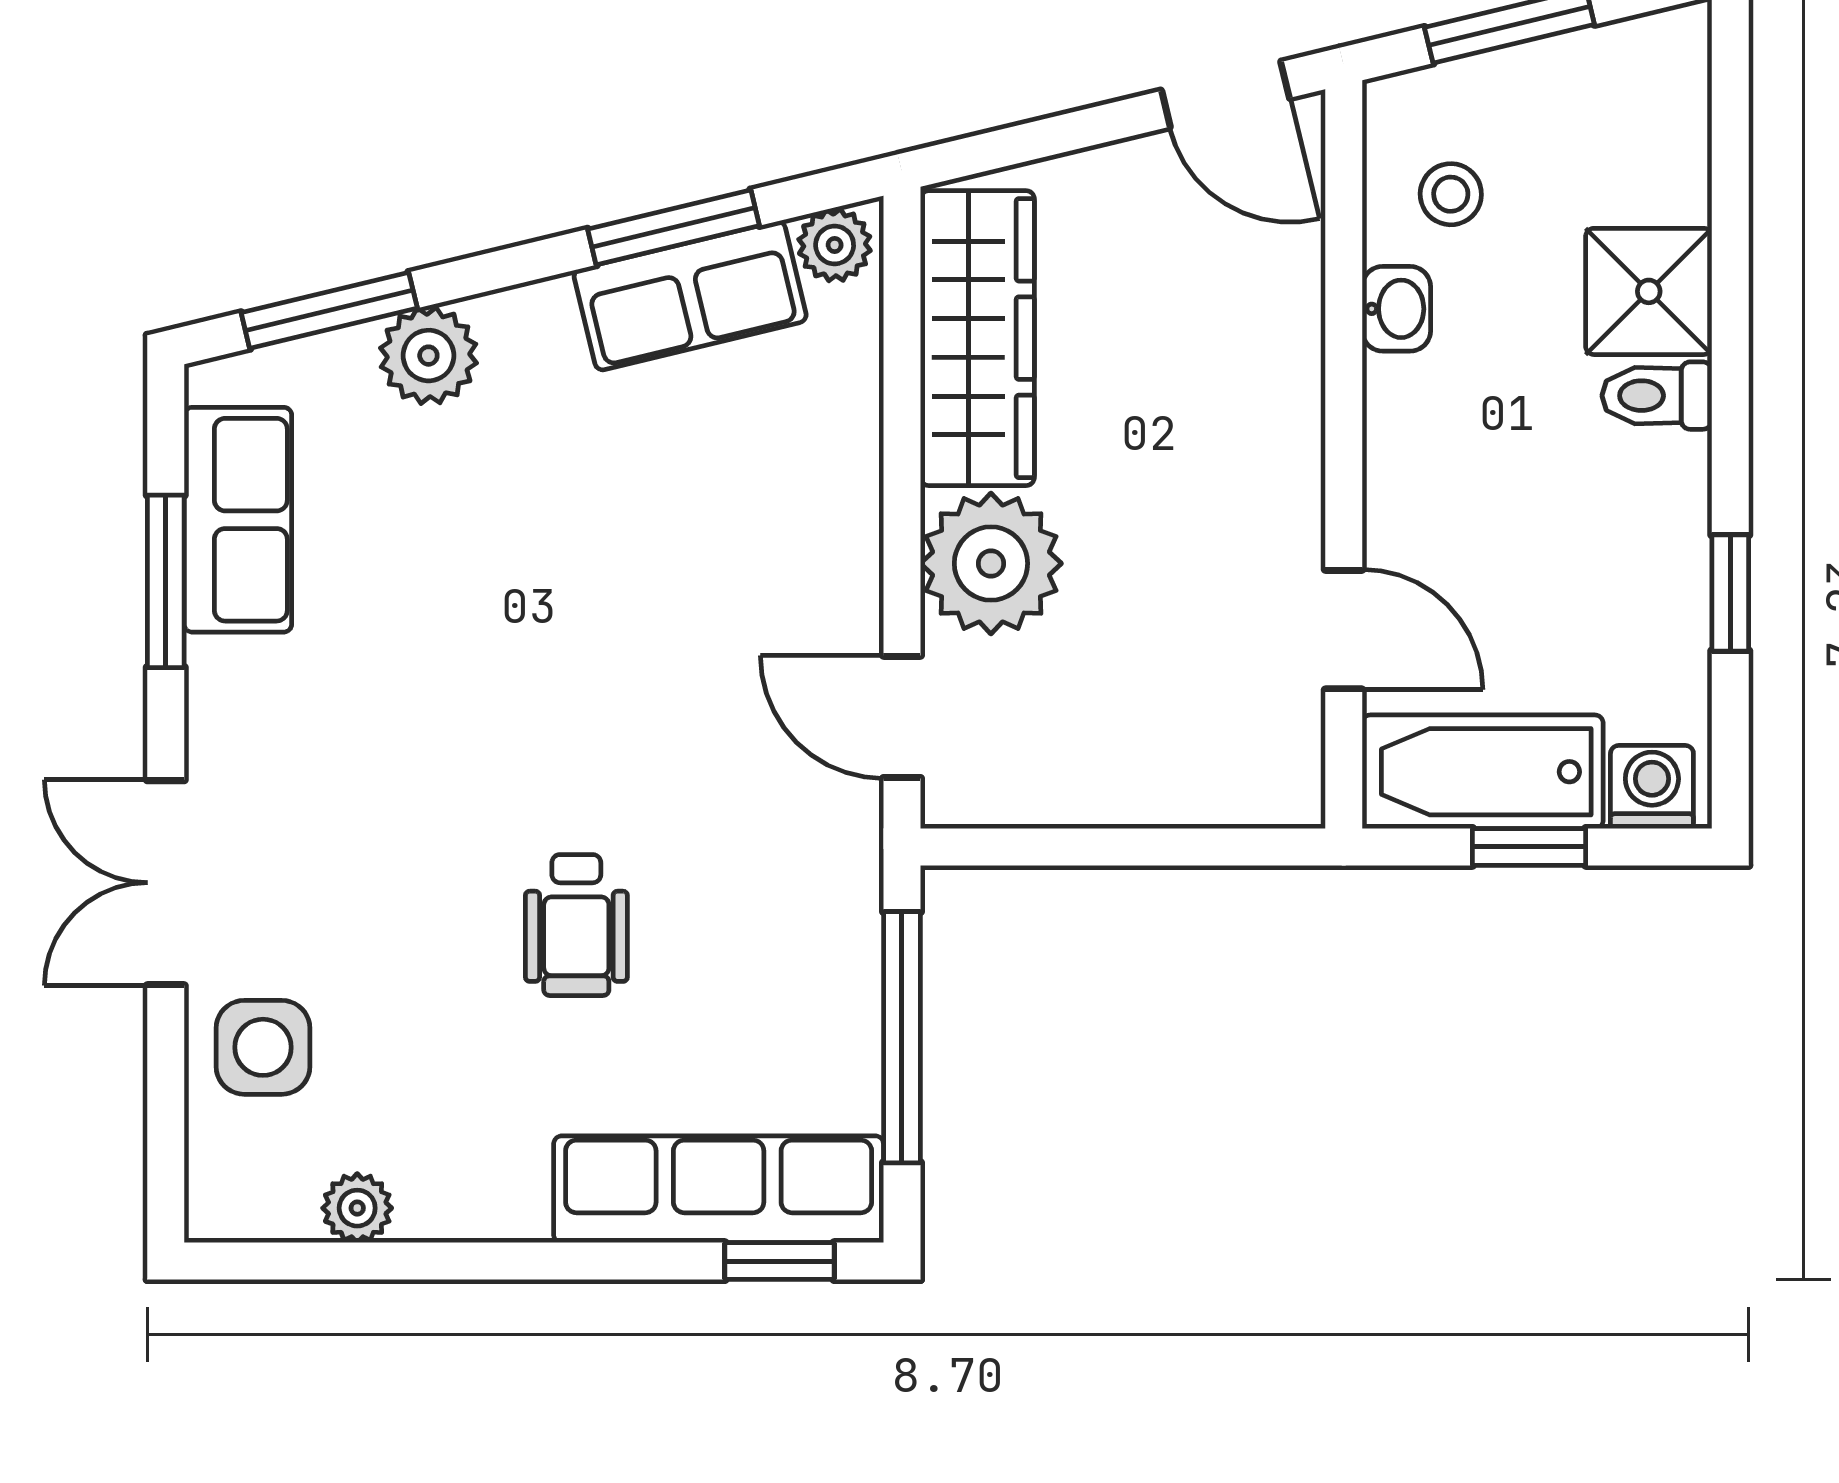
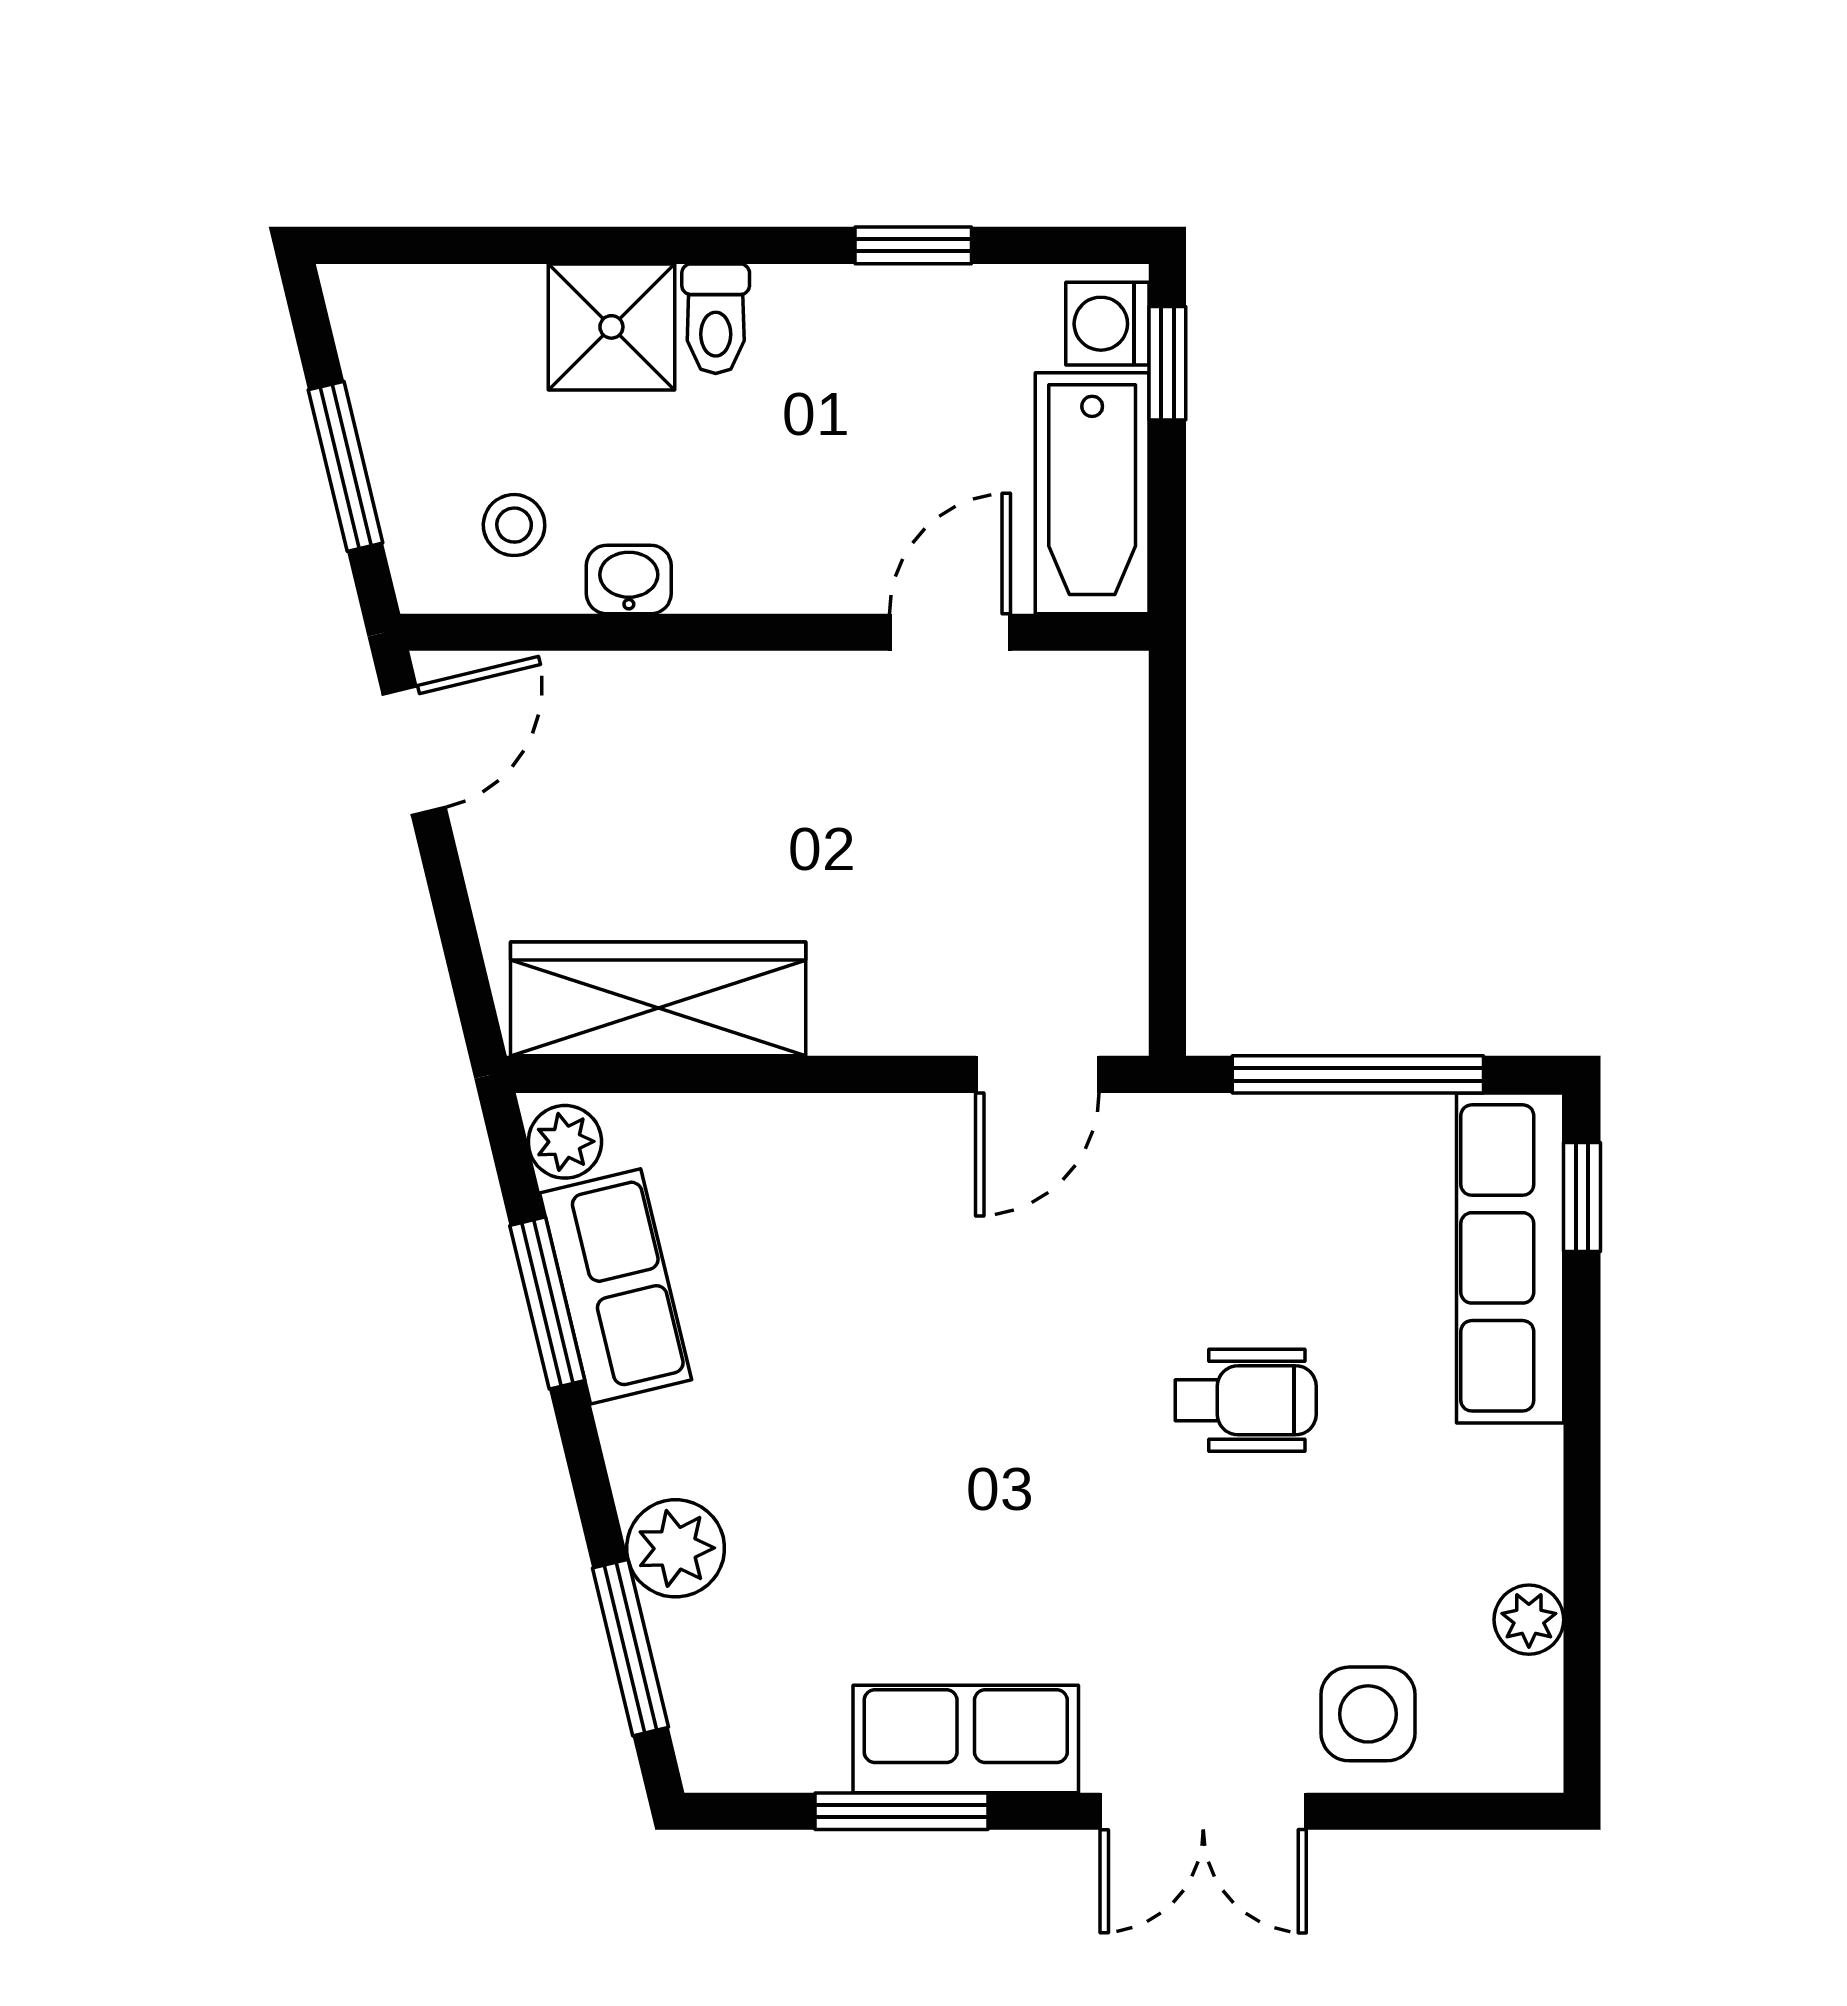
row of seats: (238, 520) -> (966, 1739), moved
plant: (991, 563) -> (884, 985), removed
window: (1529, 847) -> (1167, 363), moved

